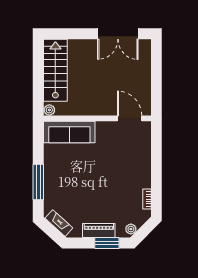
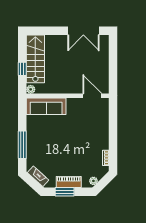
window: (38, 83) -> (22, 69), added
window: (107, 243) -> (65, 192), moved

